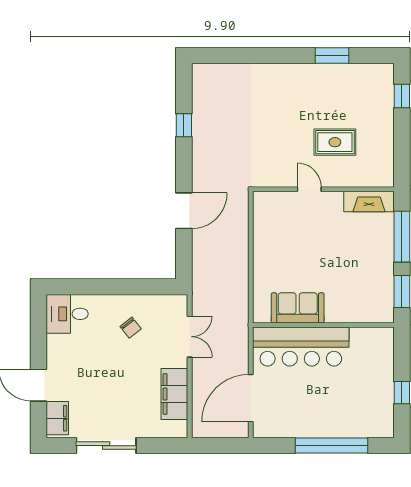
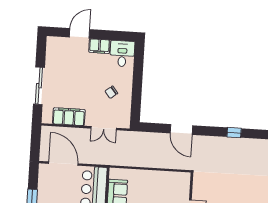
filing cabinet: (57, 418) -> (99, 46), moved
sliding door: (106, 446) -> (39, 86), moved

